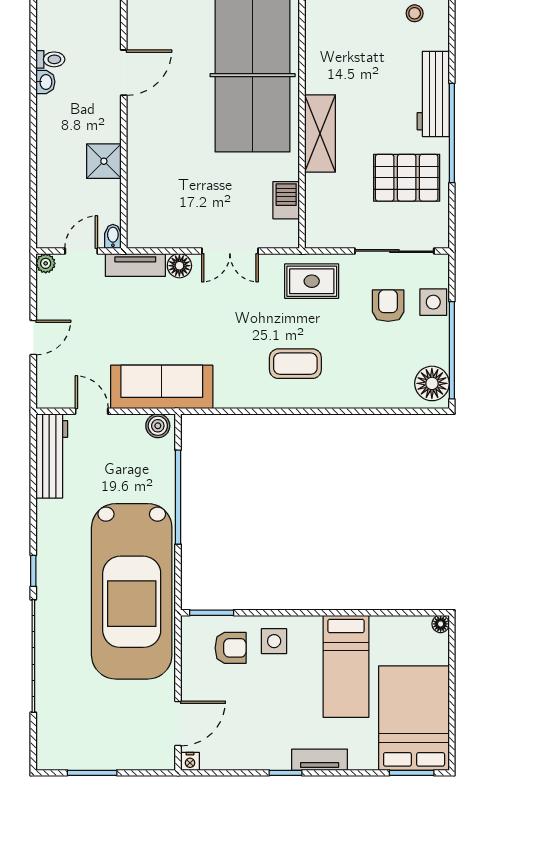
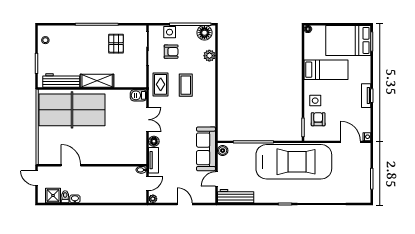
workbench: (433, 94) -> (61, 81), moved, turned 180
shower: (104, 161) -> (53, 196), moved
pallet: (407, 178) -> (116, 44), width x0.67, depth x0.71
barbecue: (286, 200) -> (138, 95), moved
door: (81, 251) -> (148, 183), swing flipped
armchair: (388, 306) -> (171, 52), turned 180
coffee table: (295, 364) -> (186, 85), moved
plant: (379, 395) -> (209, 56), added
tv unit: (320, 760) -> (366, 96), moved

